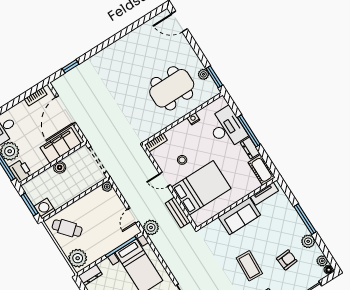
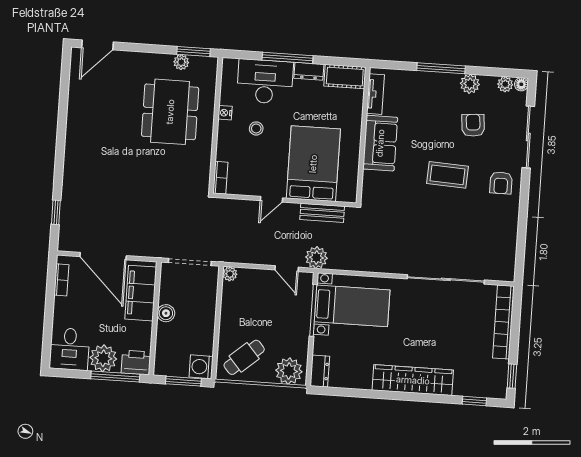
stool: (182, 160) -> (256, 128), moved

